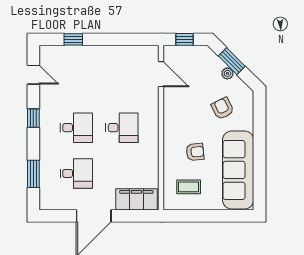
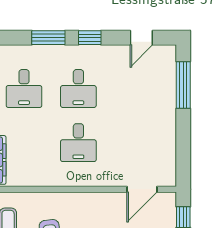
window: (73, 39) -> (183, 85), width x2.17
window: (33, 174) -> (48, 38), moved

